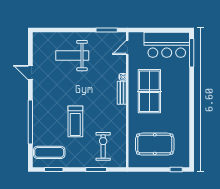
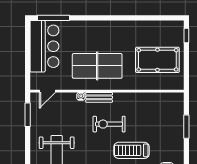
door: (127, 47) -> (47, 91), hinge flipped
treadmill: (75, 121) -> (132, 150), turned 180
pool table: (155, 144) -> (157, 60), turned 90
exercise bike: (103, 146) -> (109, 124), moved

